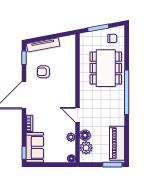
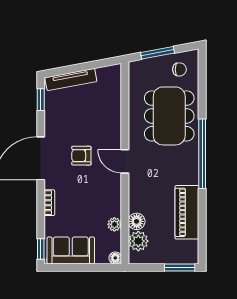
armchair: (43, 72) -> (81, 156), moved
door: (77, 115) -> (125, 161), moved
piano: (117, 143) -> (187, 212), moved
sofa: (35, 147) -> (71, 250), moved, turned -90

